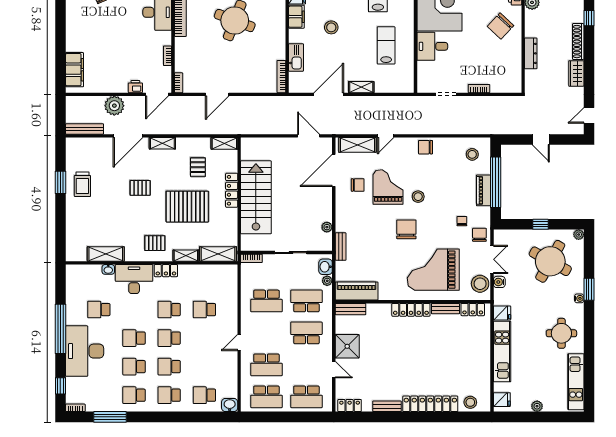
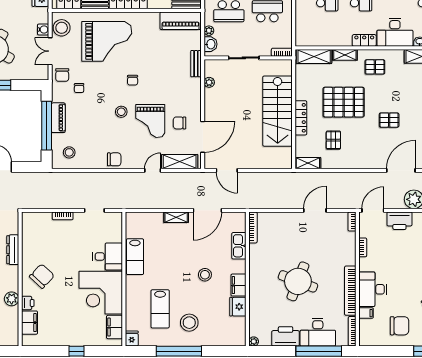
lab bench: (386, 45) -> (135, 257), moved
printer: (135, 87) -> (399, 221), width x1.87, depth x1.48
shelving: (162, 143) -> (368, 163), removed
chair: (406, 229) -> (133, 80), width x0.54, depth x0.54

